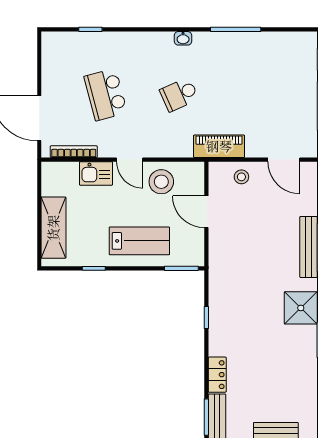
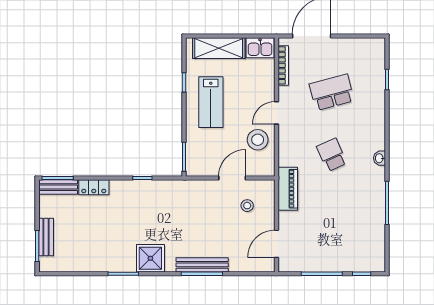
kitchen sink: (96, 173) -> (260, 48), moved, turned -90
stool: (241, 177) -> (247, 206), moved
lab bench: (139, 241) -> (211, 102), moved

